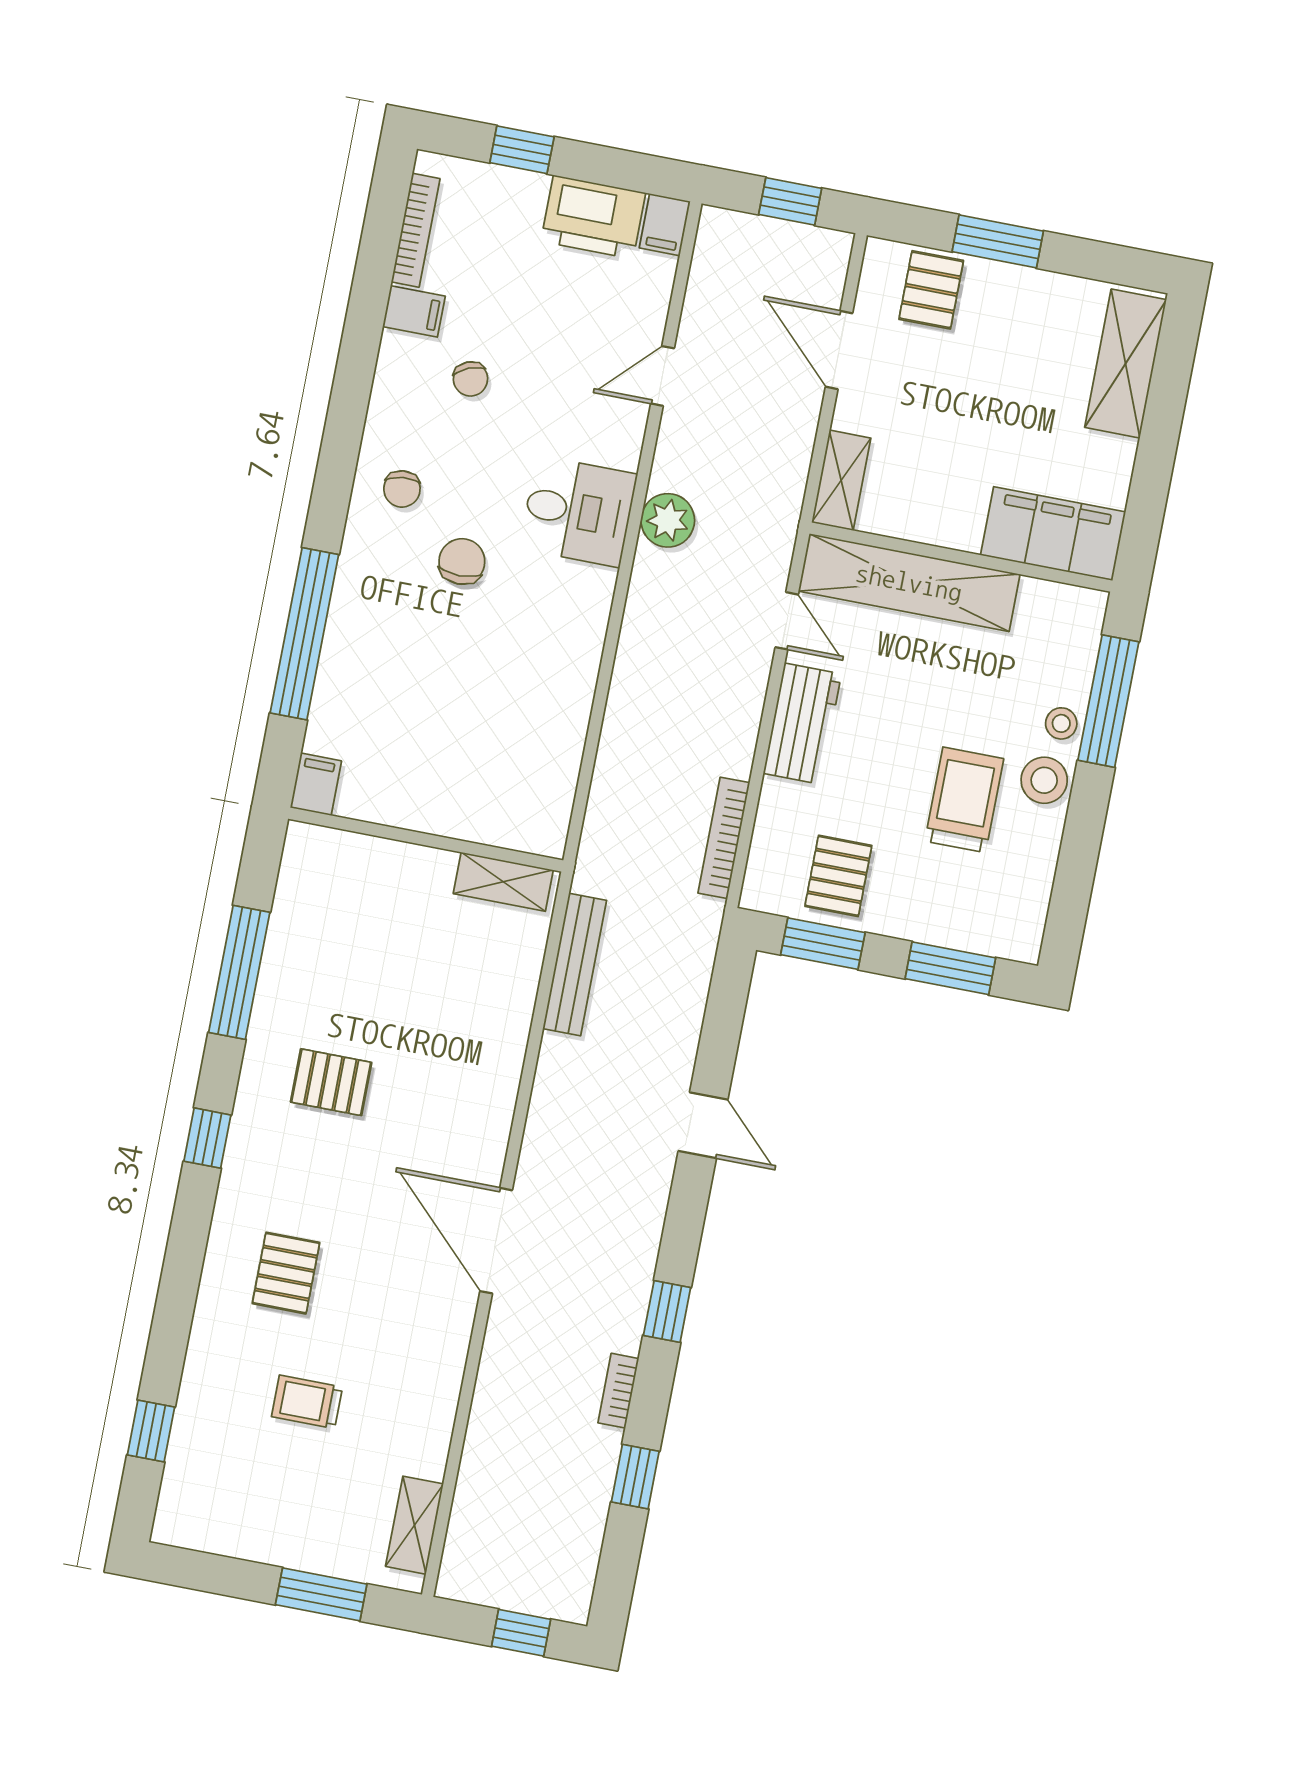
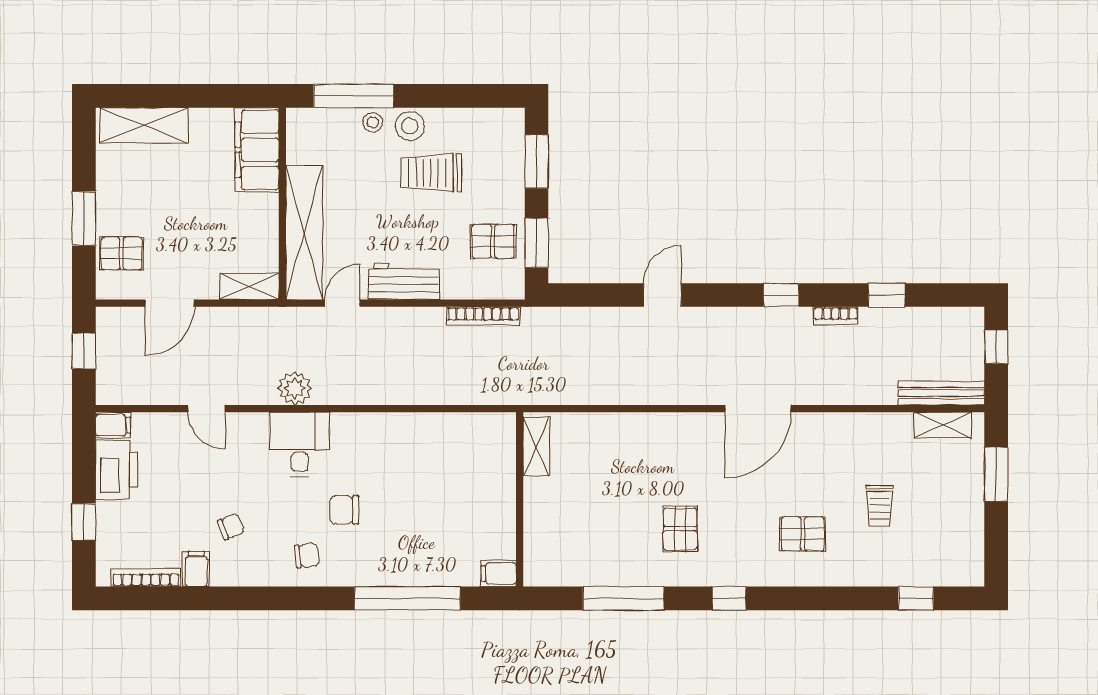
bench: (575, 965) -> (941, 393), moved

